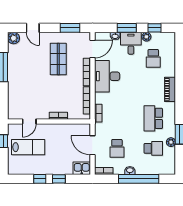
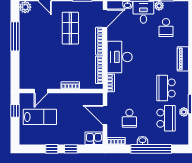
desk: (107, 76) -> (120, 57), moved
school desk: (153, 148) -> (166, 118), width x1.85

